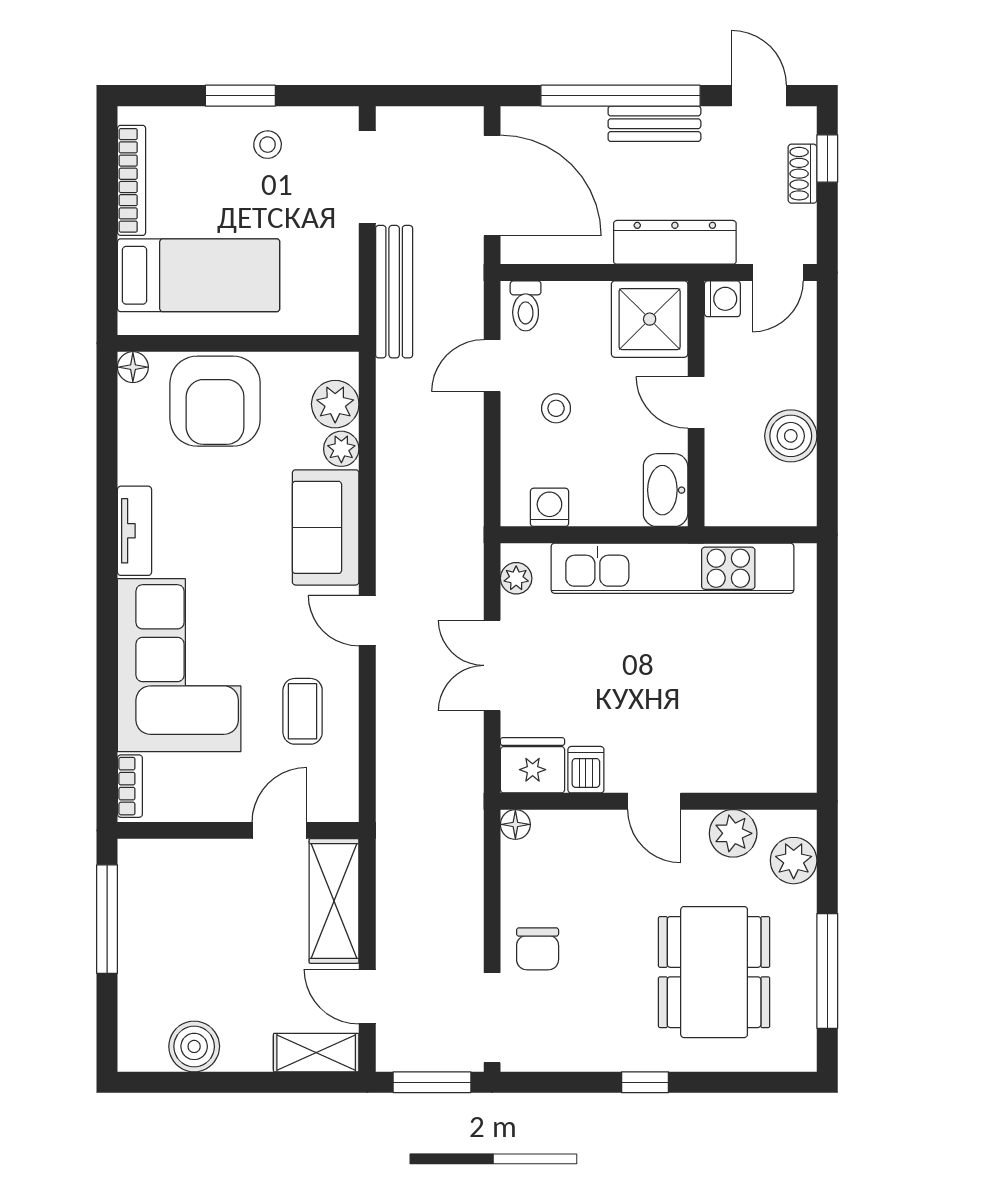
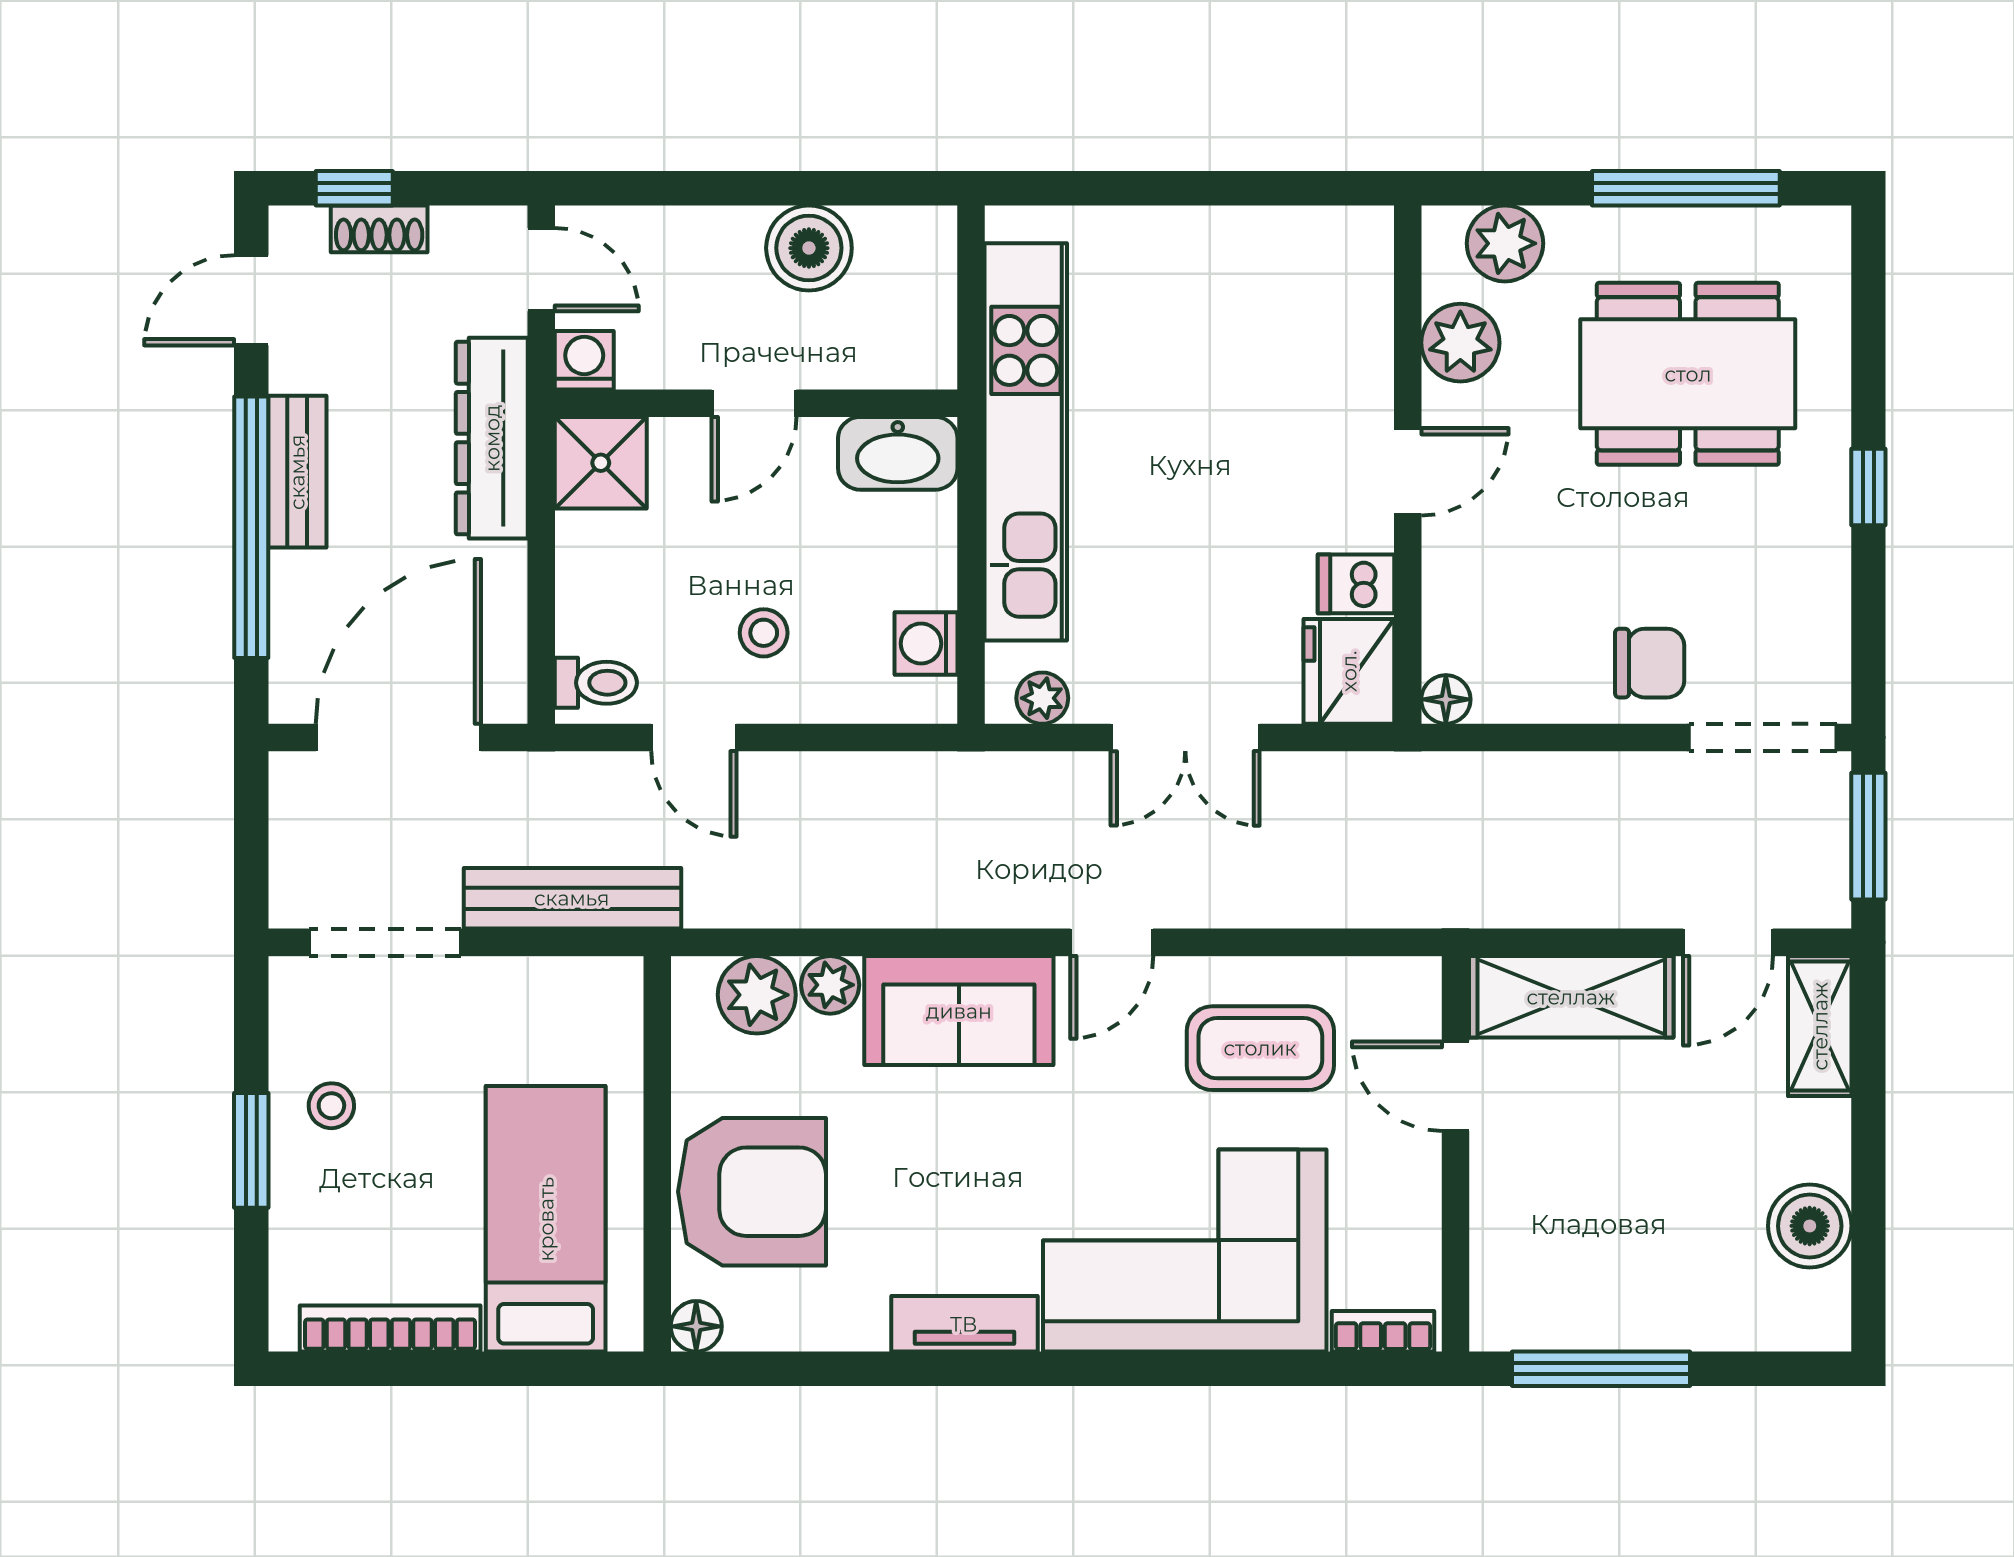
shower: (650, 319) -> (601, 463), width x0.73, depth x0.73
coffee table: (303, 711) -> (1260, 1048), width x1.36, depth x1.30

